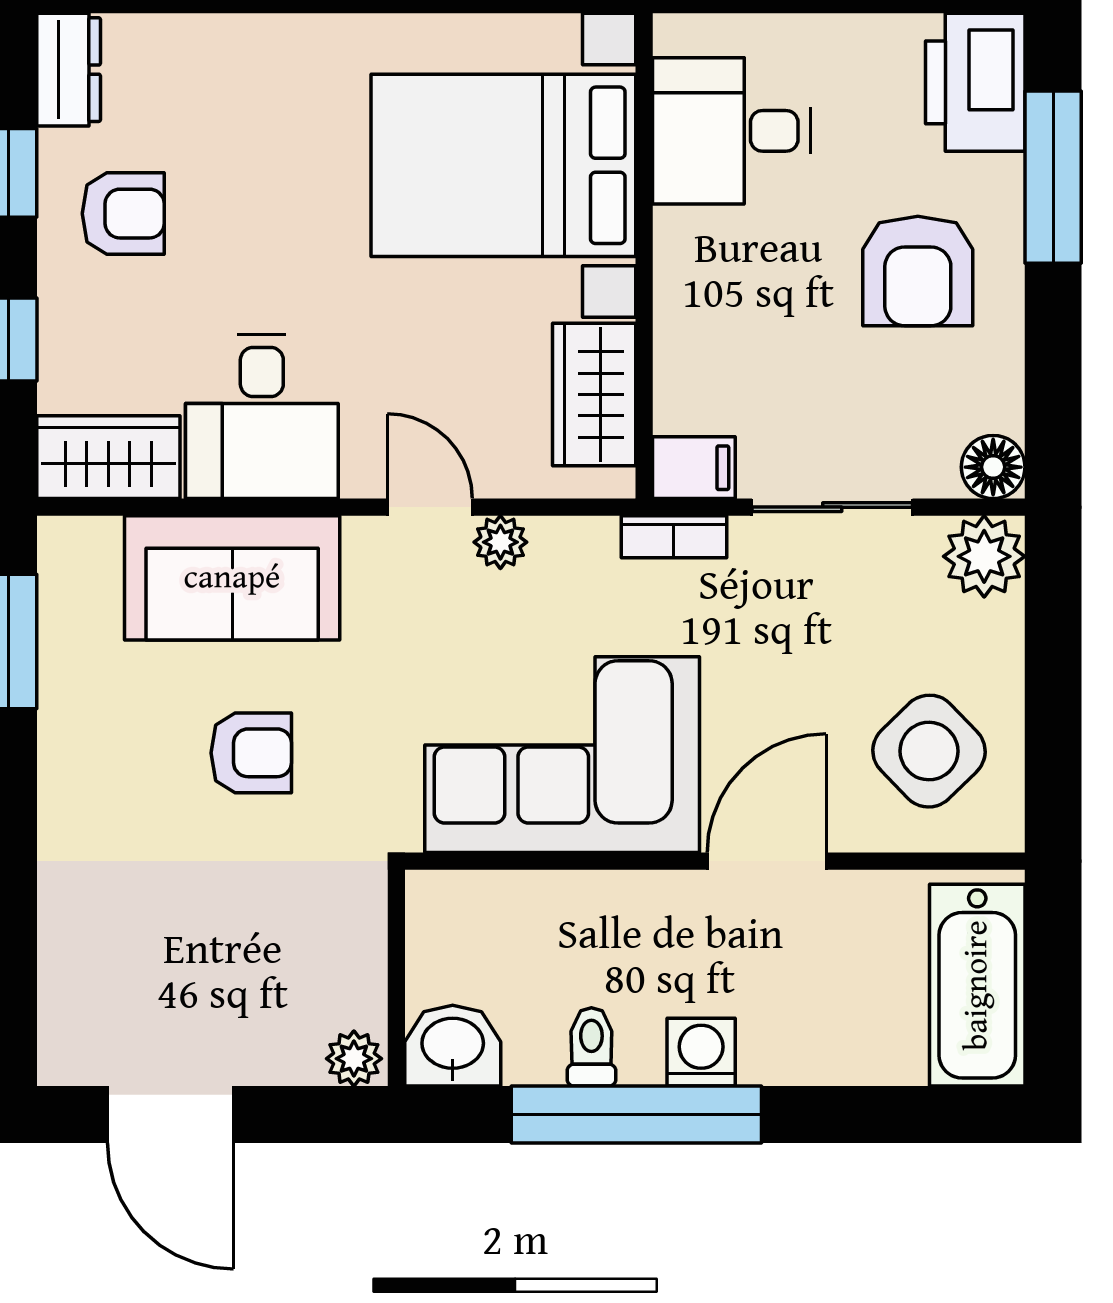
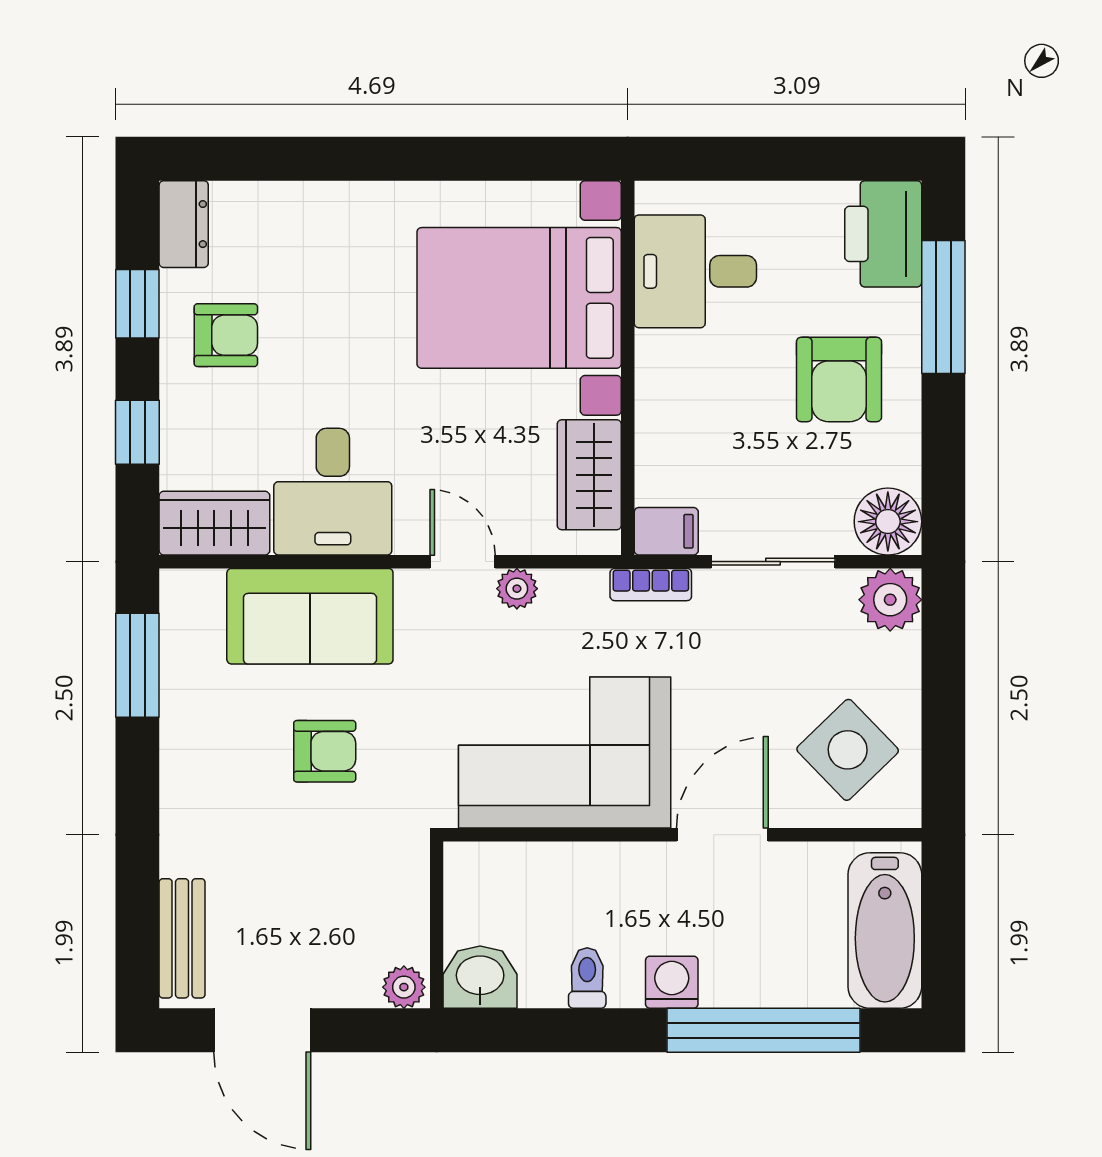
floor lamp: (993, 467) -> (888, 522), width x1.38, depth x1.38
bench: (66, 995) -> (182, 938), added
window: (636, 1114) -> (764, 1030), moved

